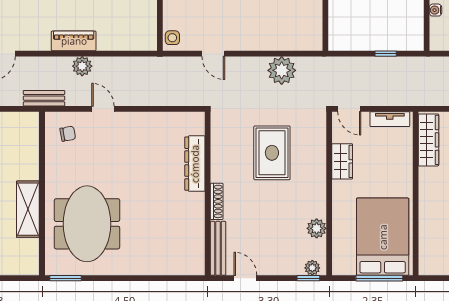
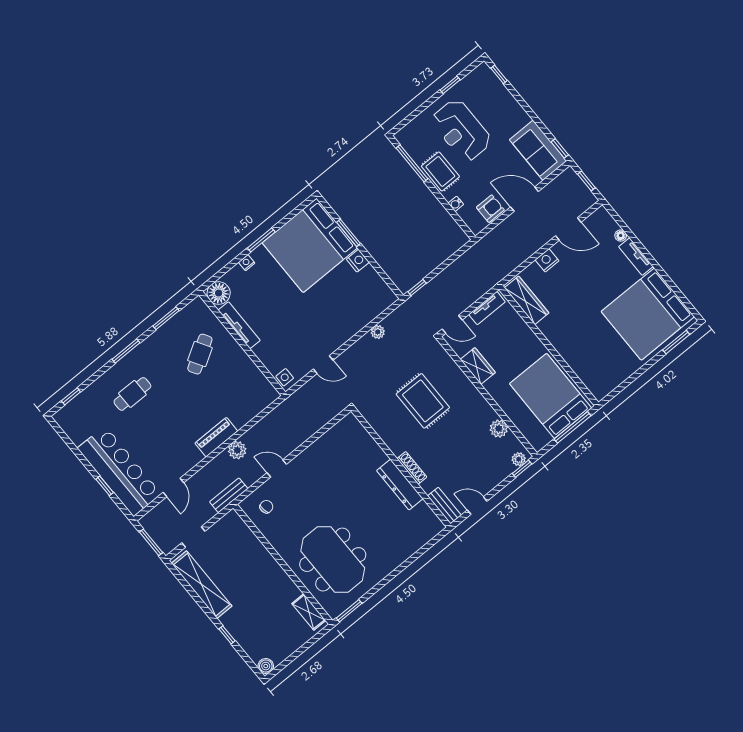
window: (386, 54) -> (417, 287), moved
plant: (282, 70) -> (378, 332), width x0.53, depth x0.53
dresser: (195, 164) -> (400, 485), moved
shelving: (28, 209) -> (309, 612), moved, width x0.67, depth x0.75
bench: (218, 248) -> (444, 506), width x0.73

